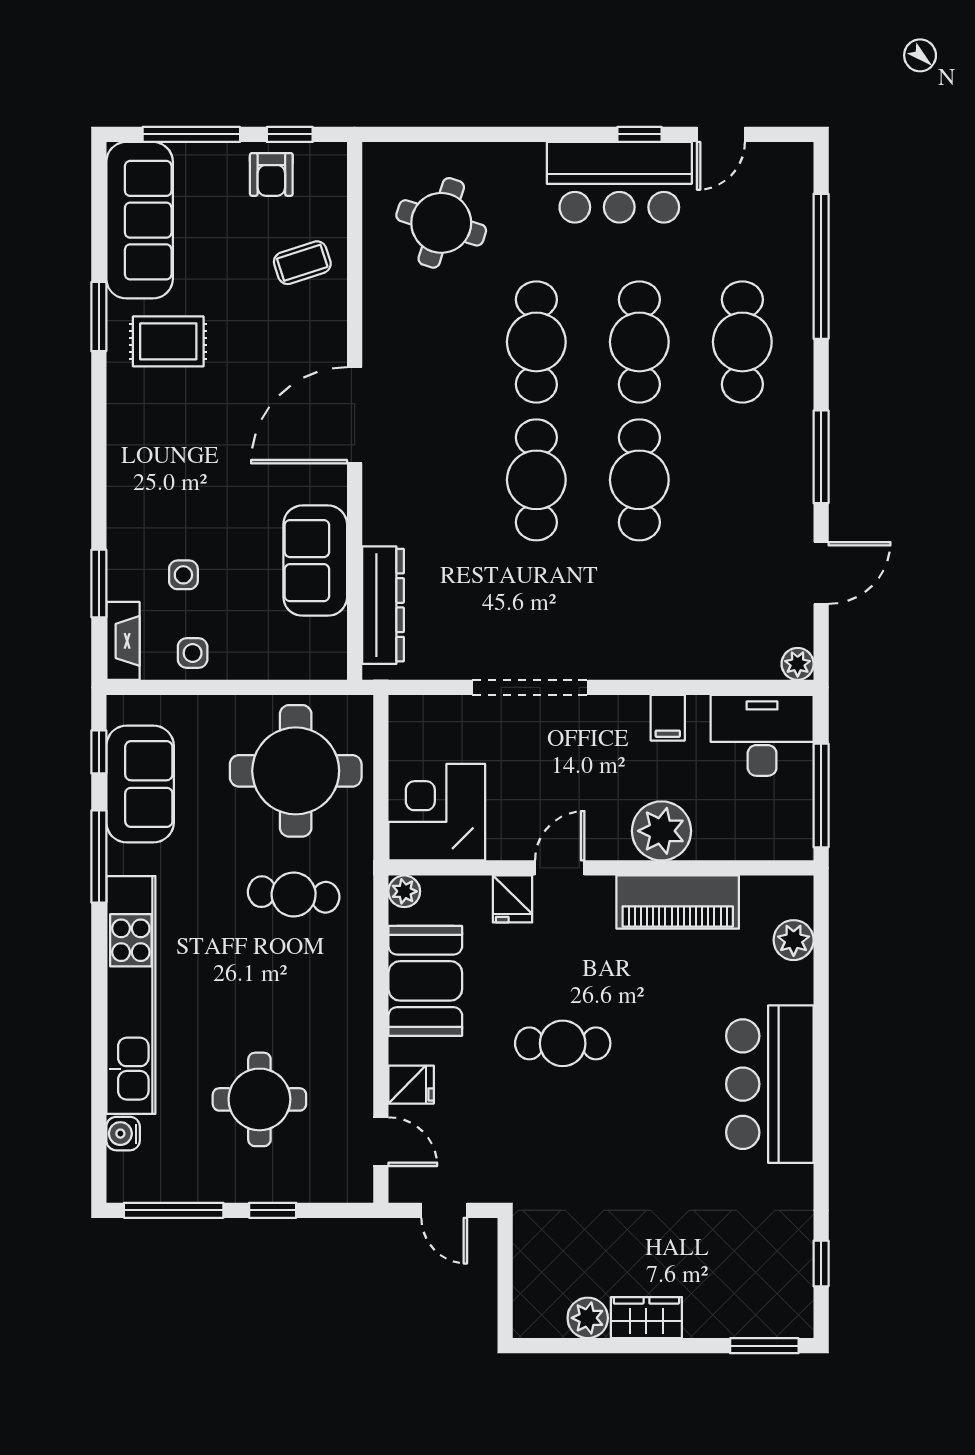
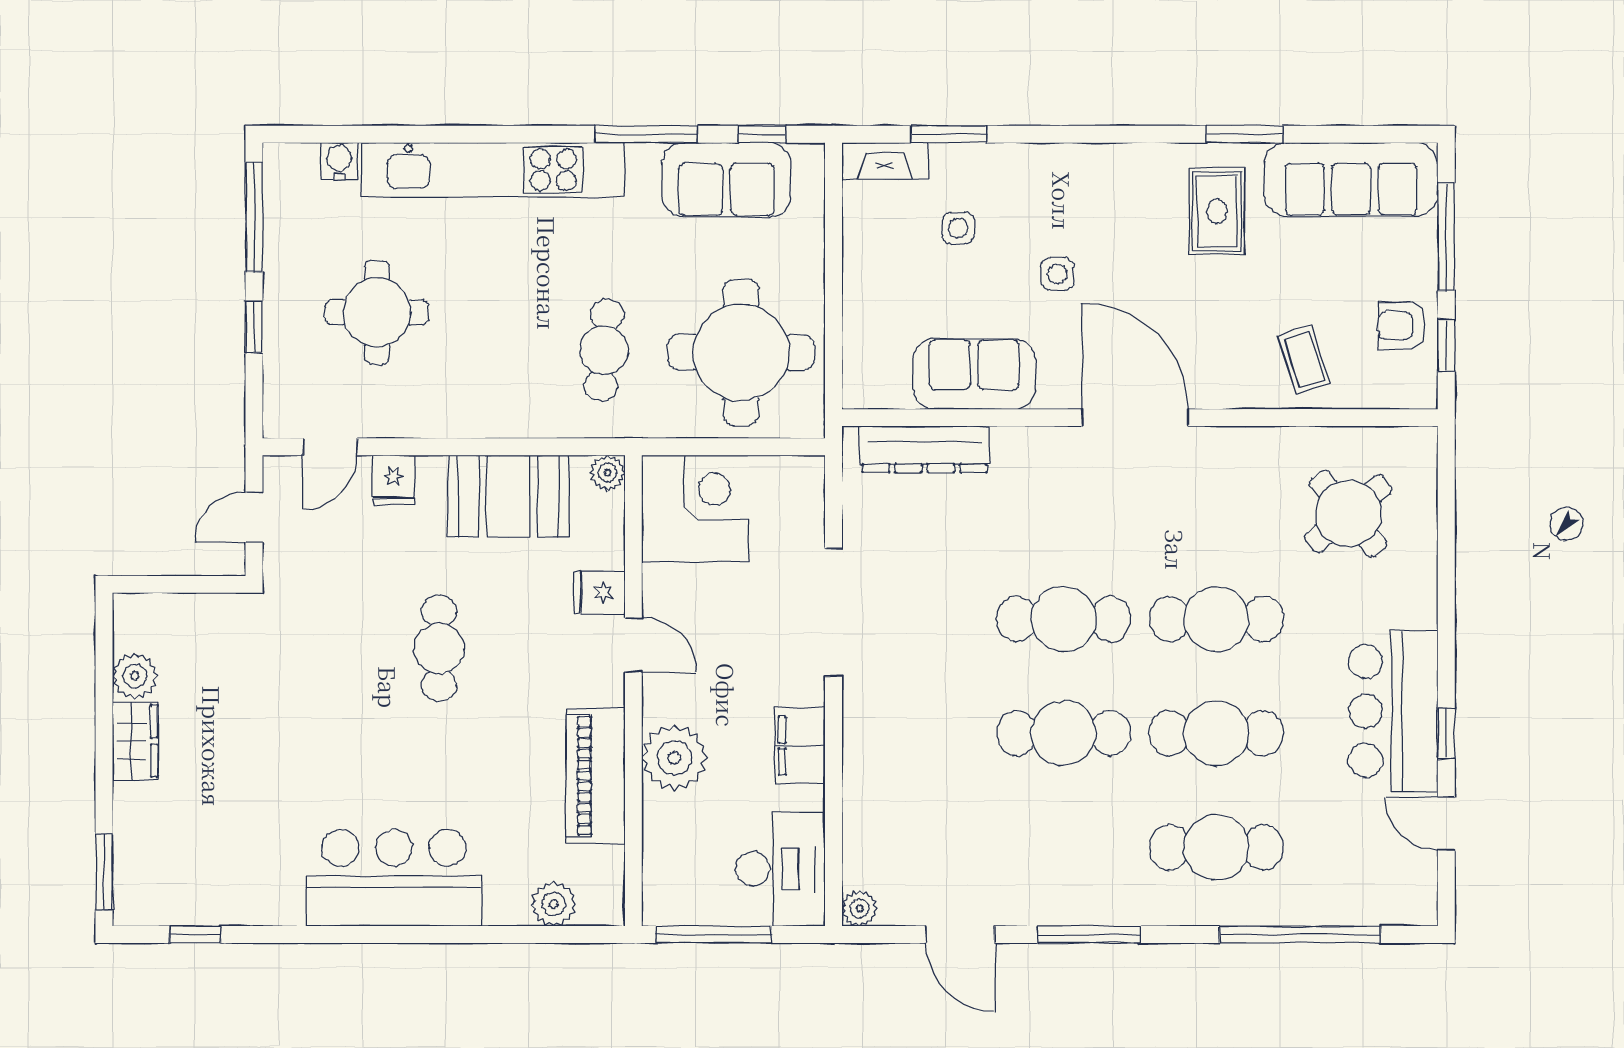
round table: (441, 223) -> (1348, 514), turned 32
side table: (193, 653) -> (1057, 274), moved
filing cabinet: (668, 718) -> (800, 746), width x2.00

